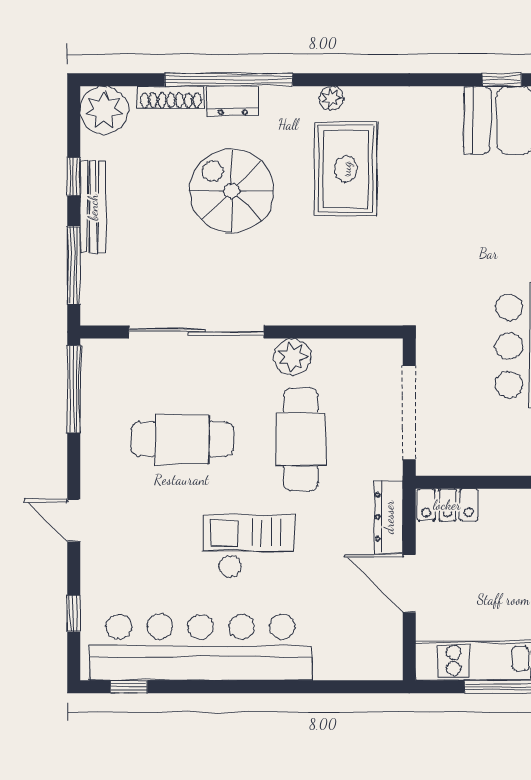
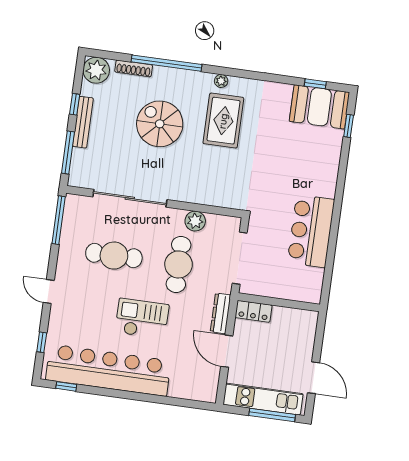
dresser: (233, 101) -> (167, 75), removed
plant: (292, 357) -> (195, 221), moved

